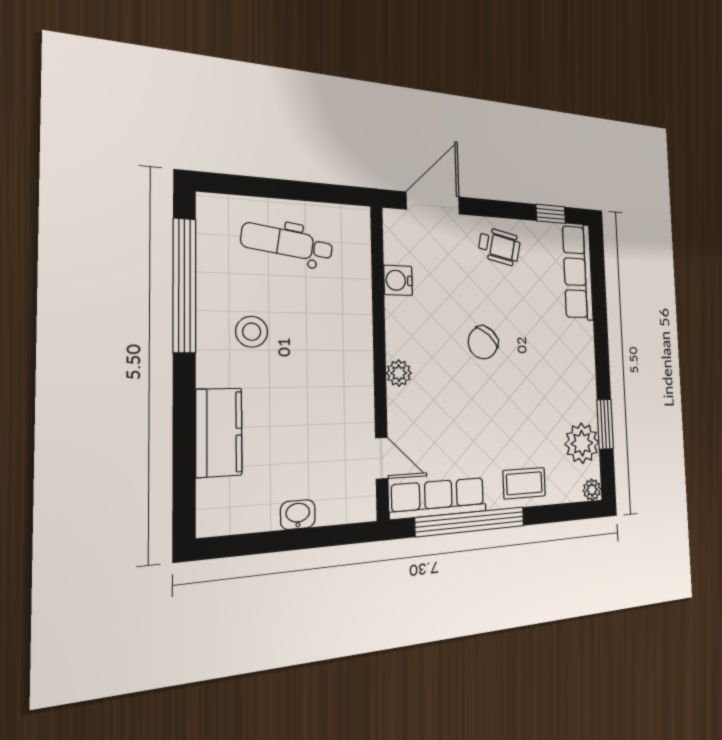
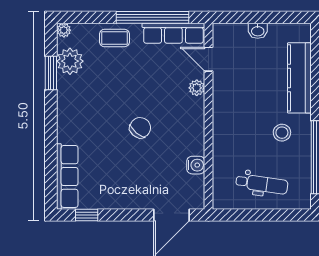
wheelchair: (499, 246) -> (126, 190), removed
plant: (399, 373) -> (197, 88), moved
kitchen counter: (219, 432) -> (299, 78), width x1.50

